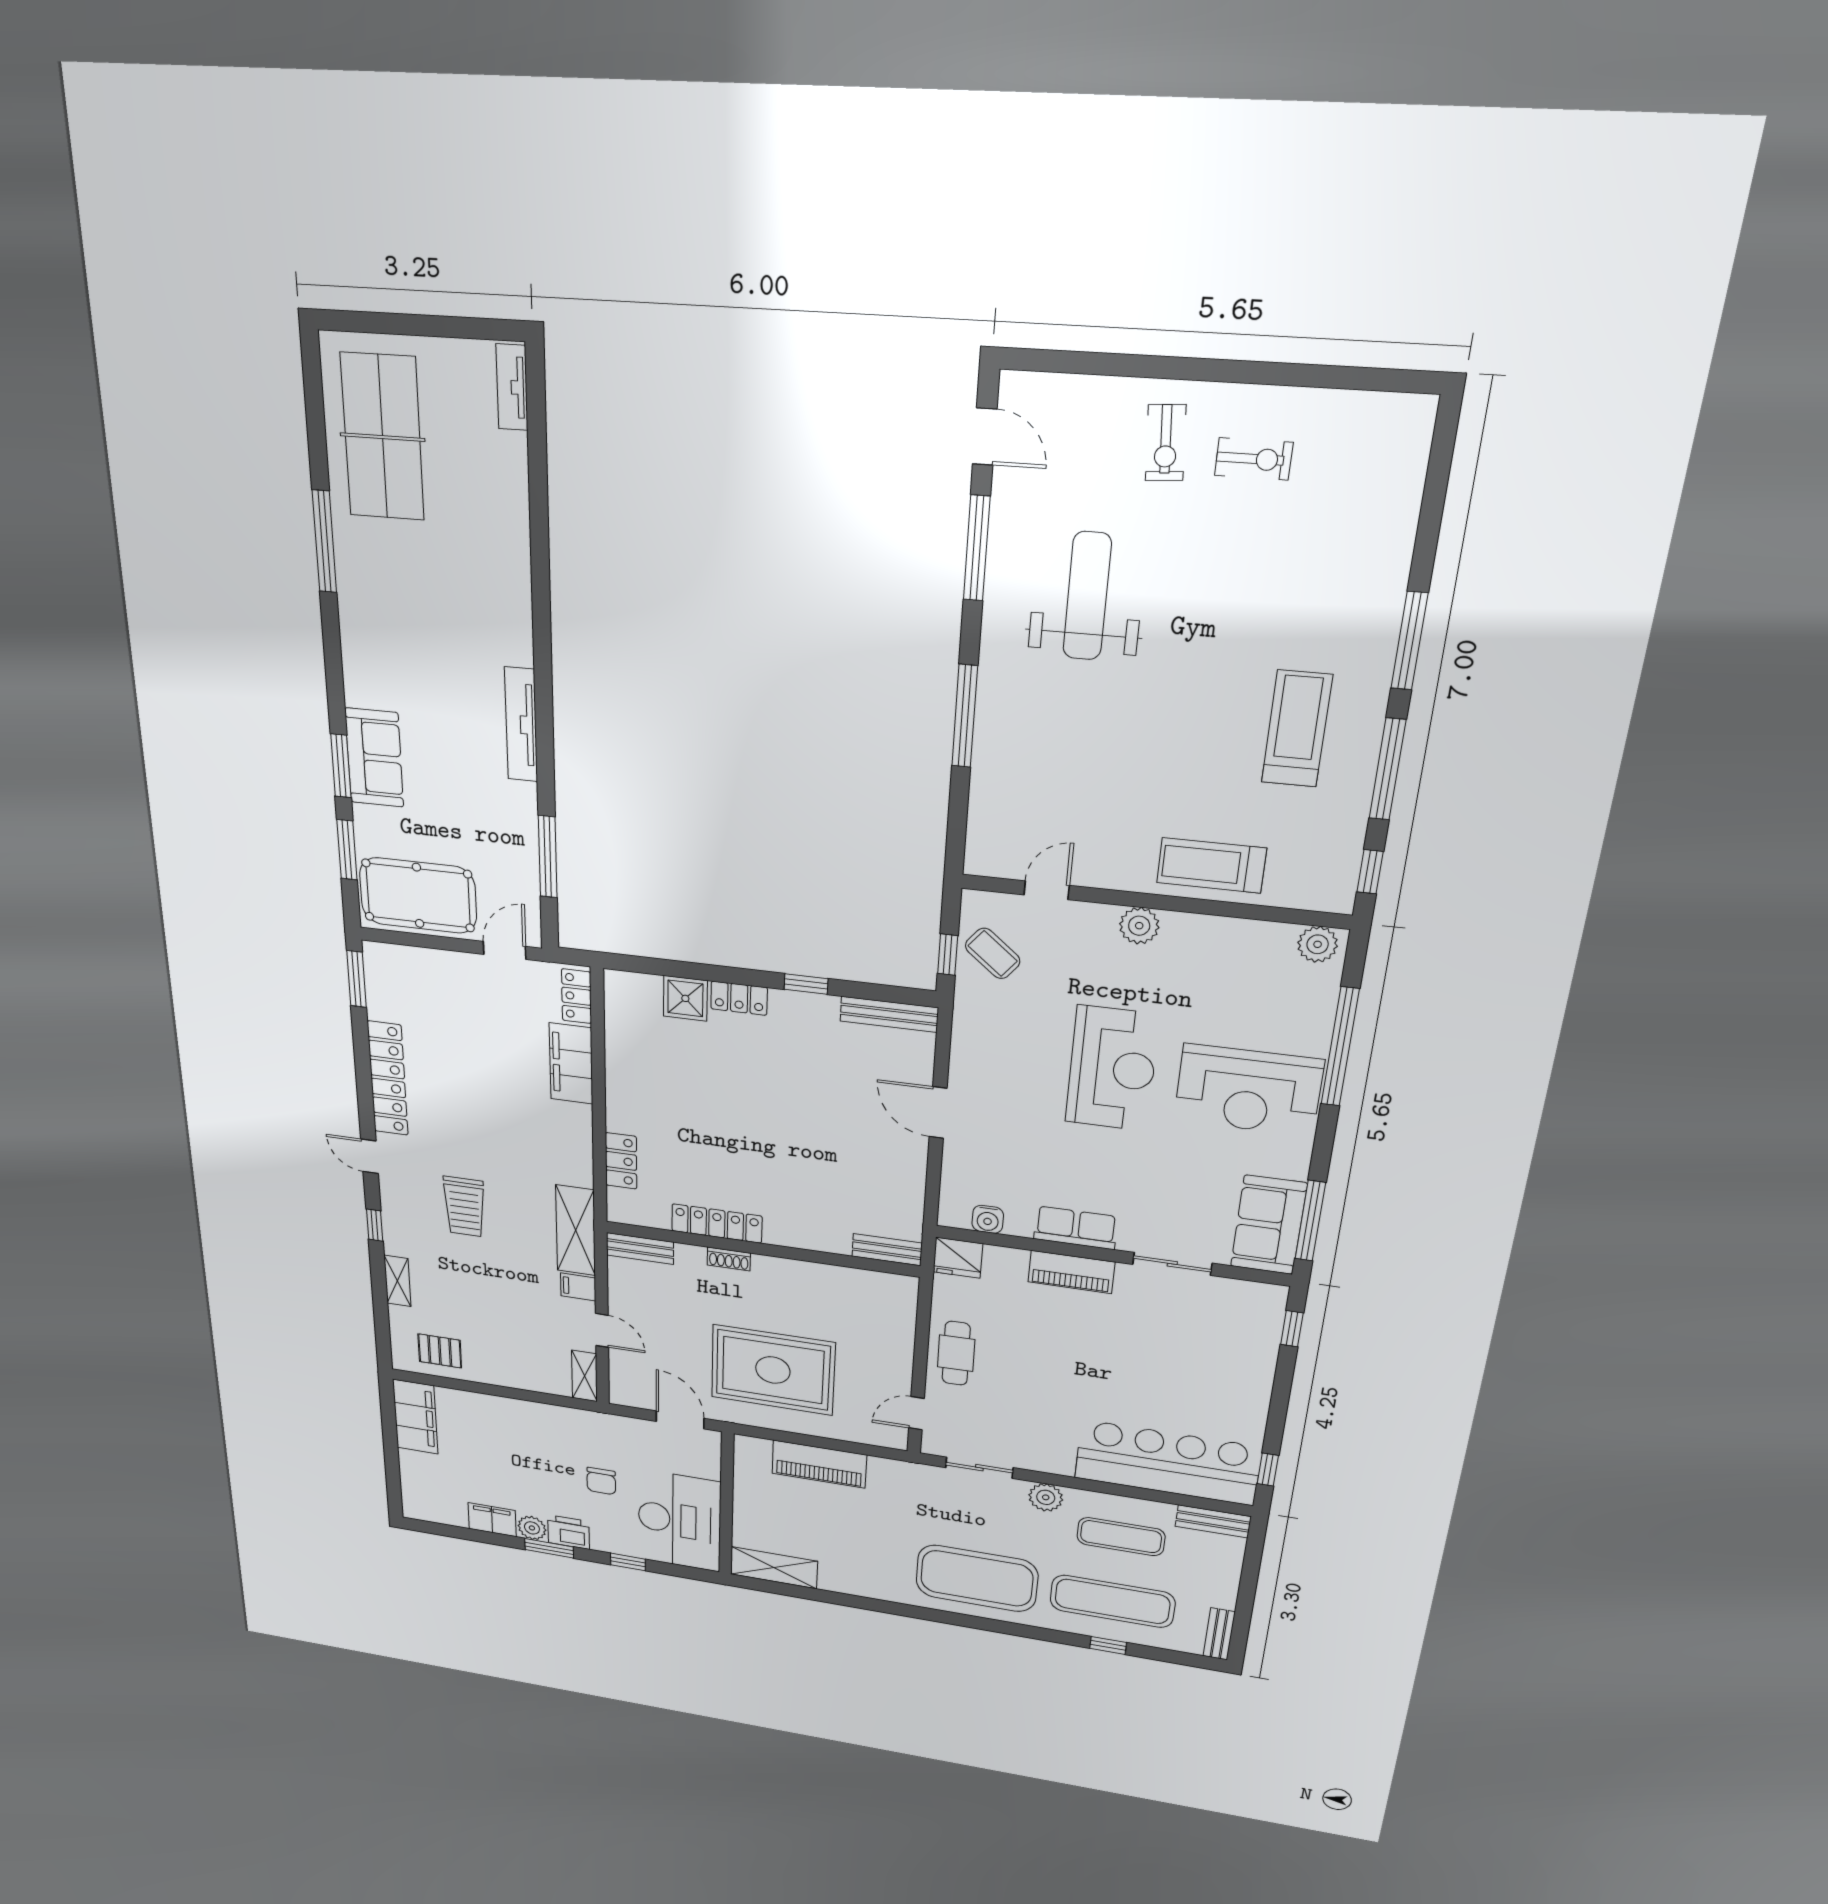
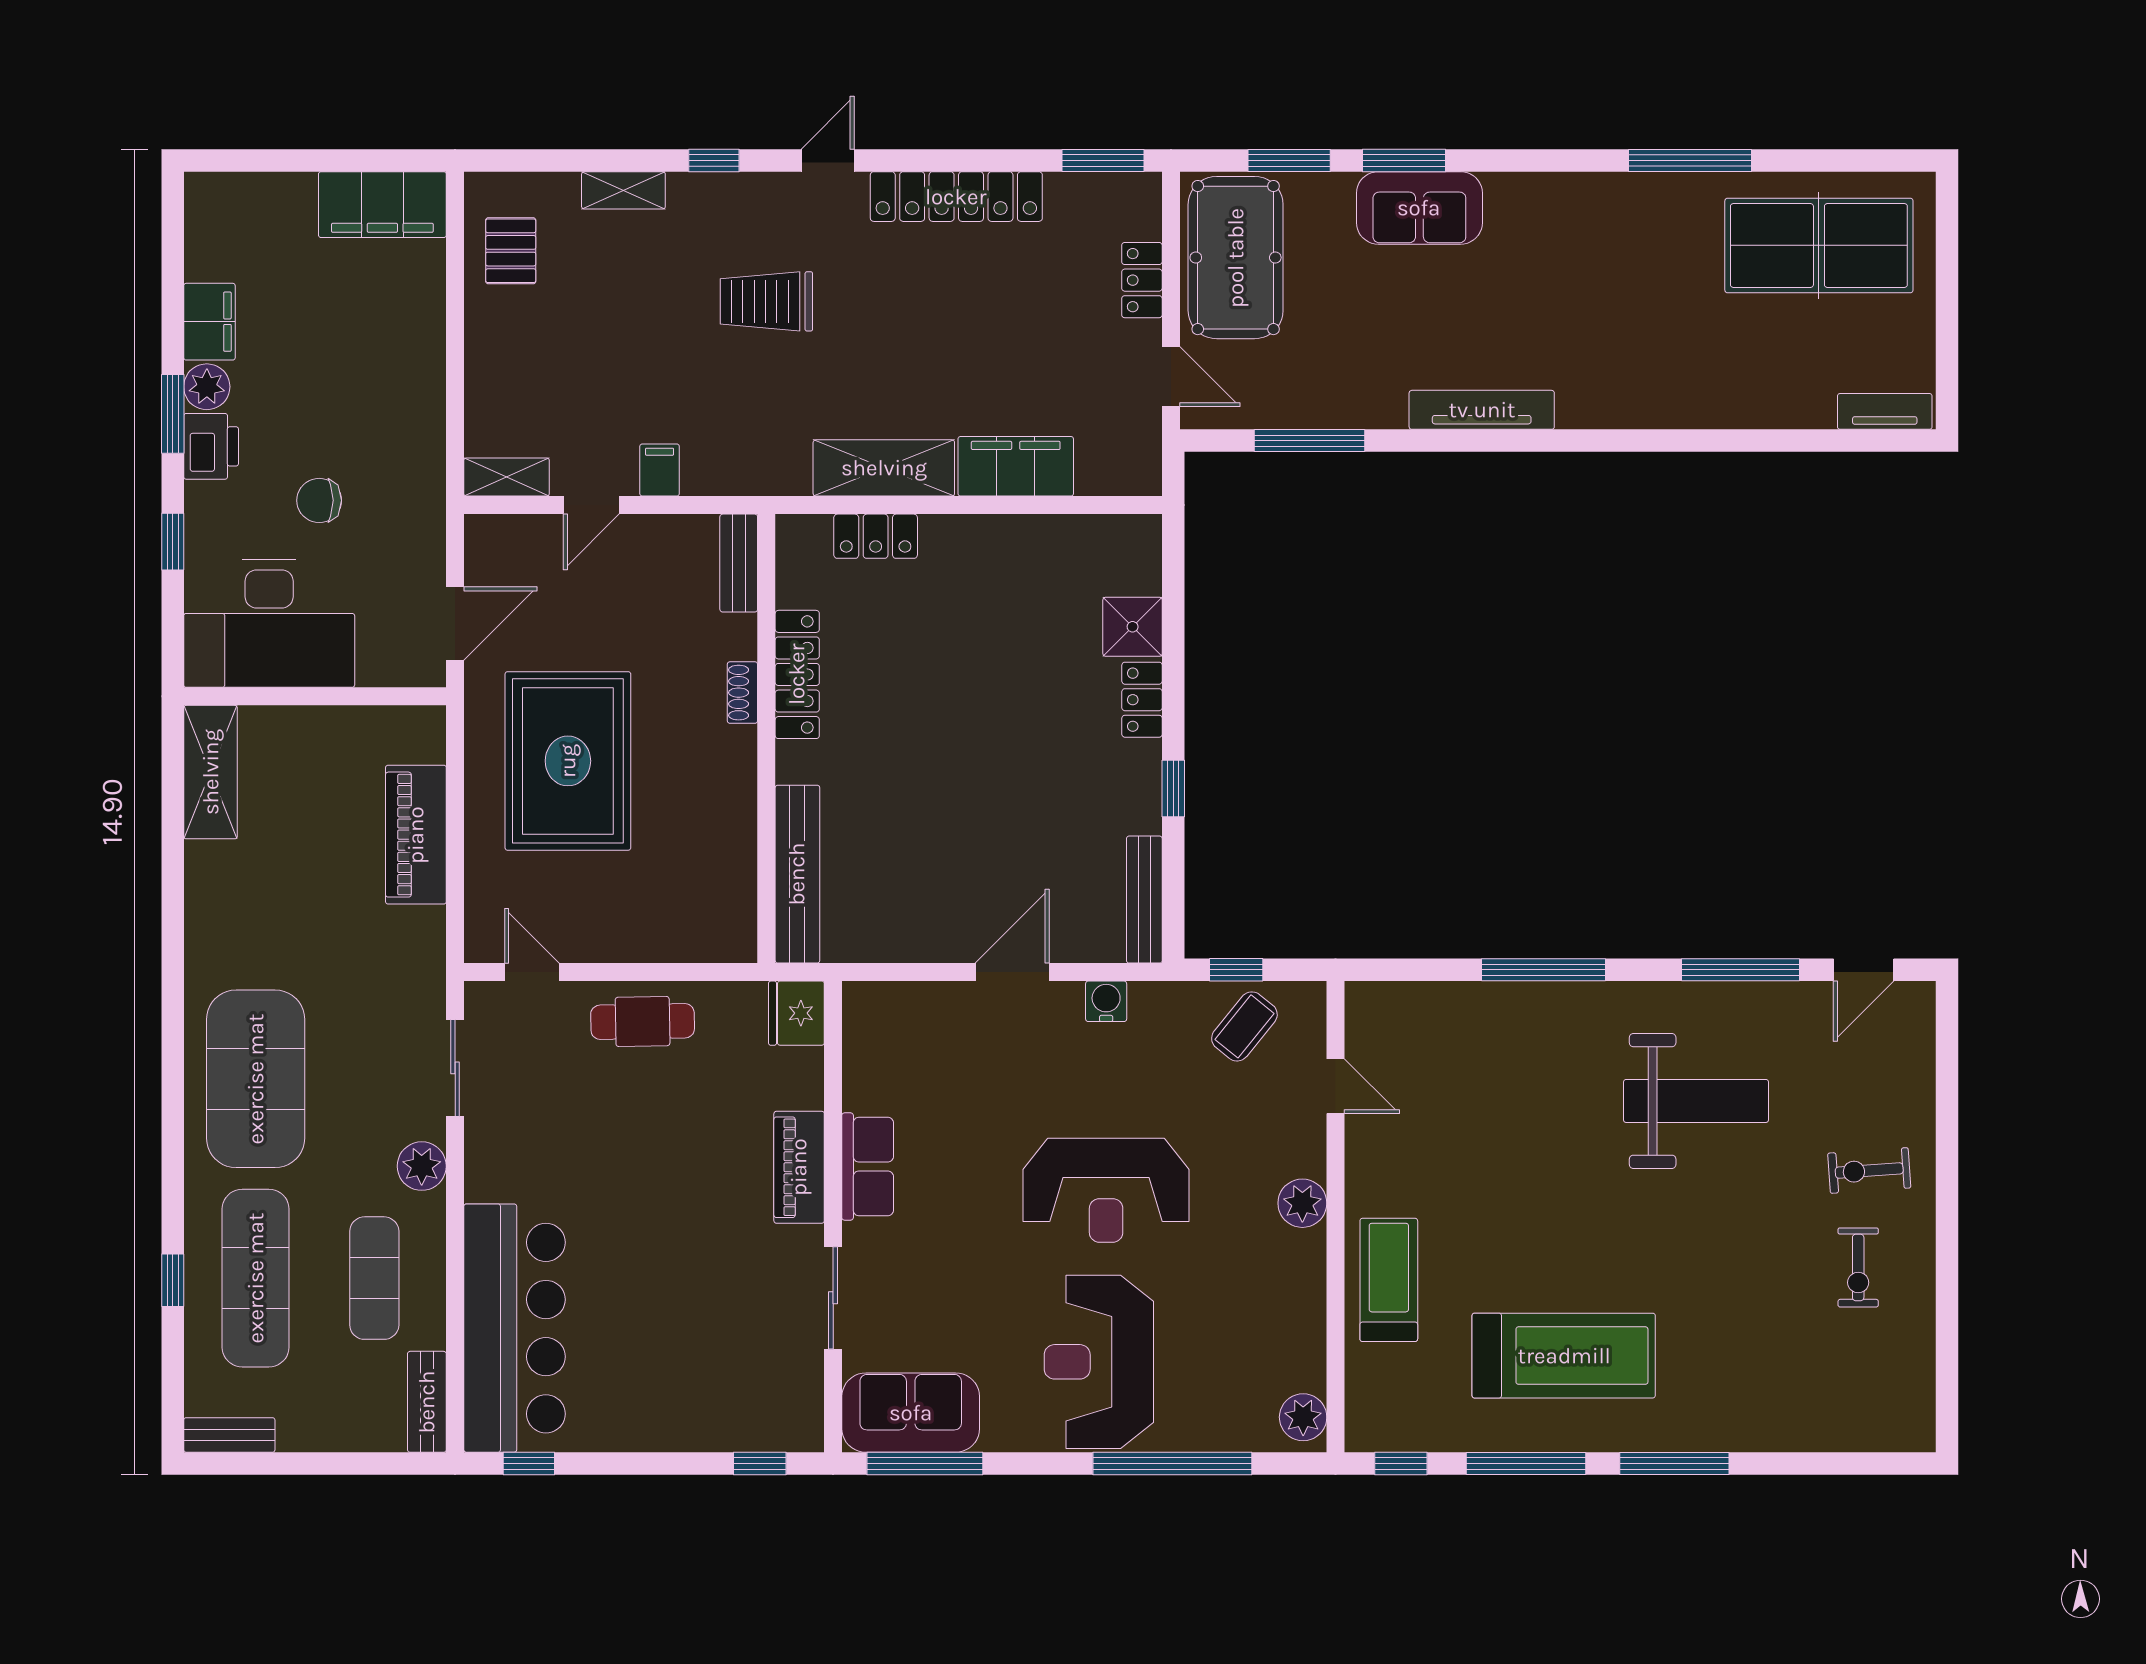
treadmill: (1297, 729) -> (1564, 1356), width x1.37, depth x1.38
locker: (576, 996) -> (1142, 280), moved, turned -90
water cooler: (988, 1219) -> (1106, 1001), moved, turned 90
shelving: (576, 1230) -> (884, 468), moved
bench: (887, 1250) -> (797, 874), width x1.86, depth x1.21

